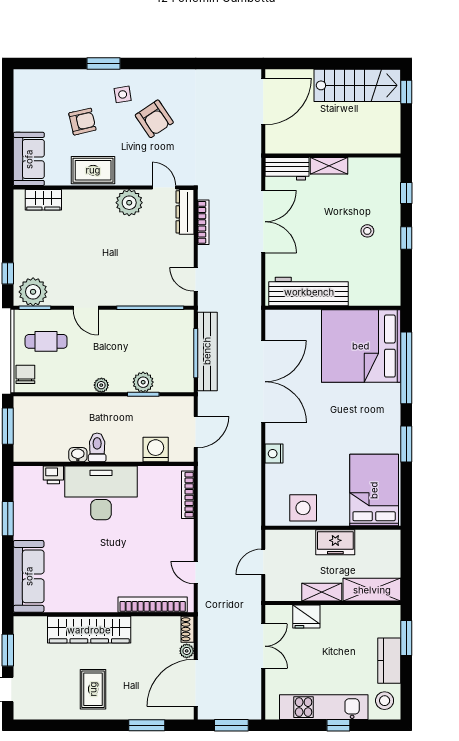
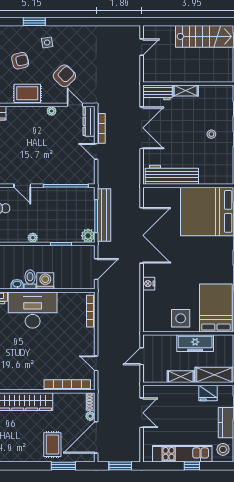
door: (263, 101) -> (142, 47), width x0.53
armchair: (154, 119) -> (64, 76), moved, turned -101
plant: (129, 203) -> (52, 111), width x0.53, depth x0.53
door: (196, 279) -> (96, 151), moved
plant: (143, 382) -> (88, 236), moved
washing machine: (156, 450) -> (45, 281), moved
side table: (303, 508) -> (181, 318), moved
freezer: (335, 542) -> (195, 343), width x1.40
fridge: (306, 617) -> (208, 393), moved
rug: (93, 689) -> (52, 445), moved

